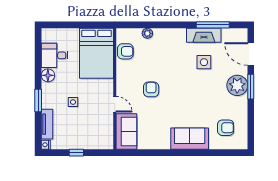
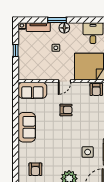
floor lamp: (48, 75) -> (64, 28), moved
door: (115, 104) -> (65, 81), moved
sofa: (190, 139) -> (27, 127), moved

